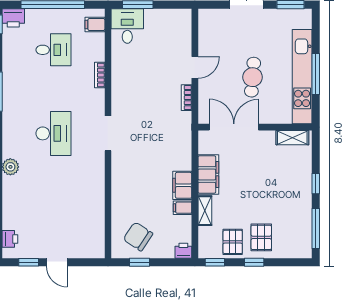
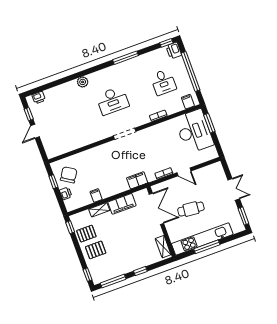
desk: (127, 26) -> (194, 131), width x1.87, depth x1.30
filing cabinet: (182, 185) -> (137, 180), moved
printer: (183, 251) -> (66, 193), moved
window: (254, 262) -> (87, 275), moved

